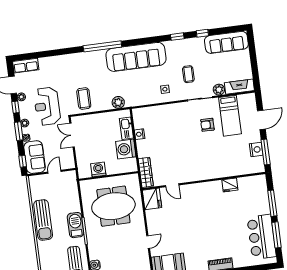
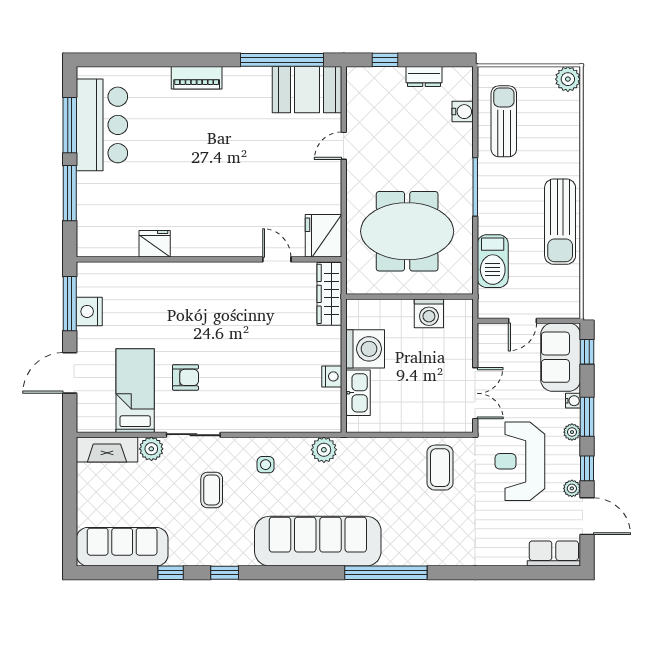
plant: (118, 102) -> (324, 450), moved
reception desk: (47, 106) -> (520, 461), turned 180
sun lounger: (43, 220) -> (560, 222), turned 180
barbecue: (76, 225) -> (493, 261), moved

